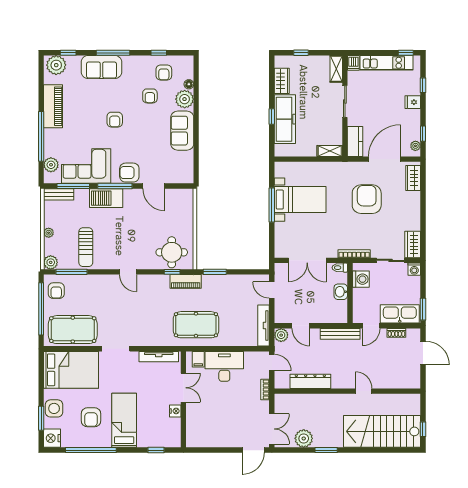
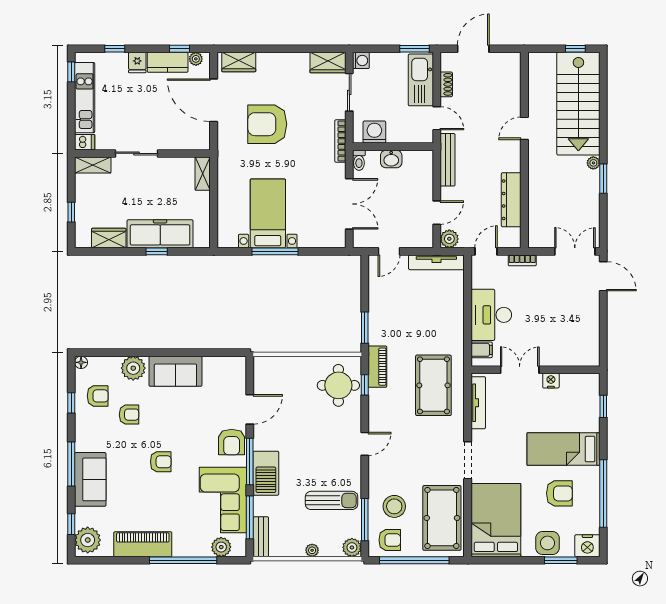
floor lamp: (189, 84) -> (81, 362), moved
kitchen counter: (355, 141) -> (168, 62), moved, turned 180
stool: (81, 294) -> (394, 506), added
pool table: (196, 325) -> (433, 385), moved
plant: (304, 438) -> (593, 163), moved, width x0.53, depth x0.53

